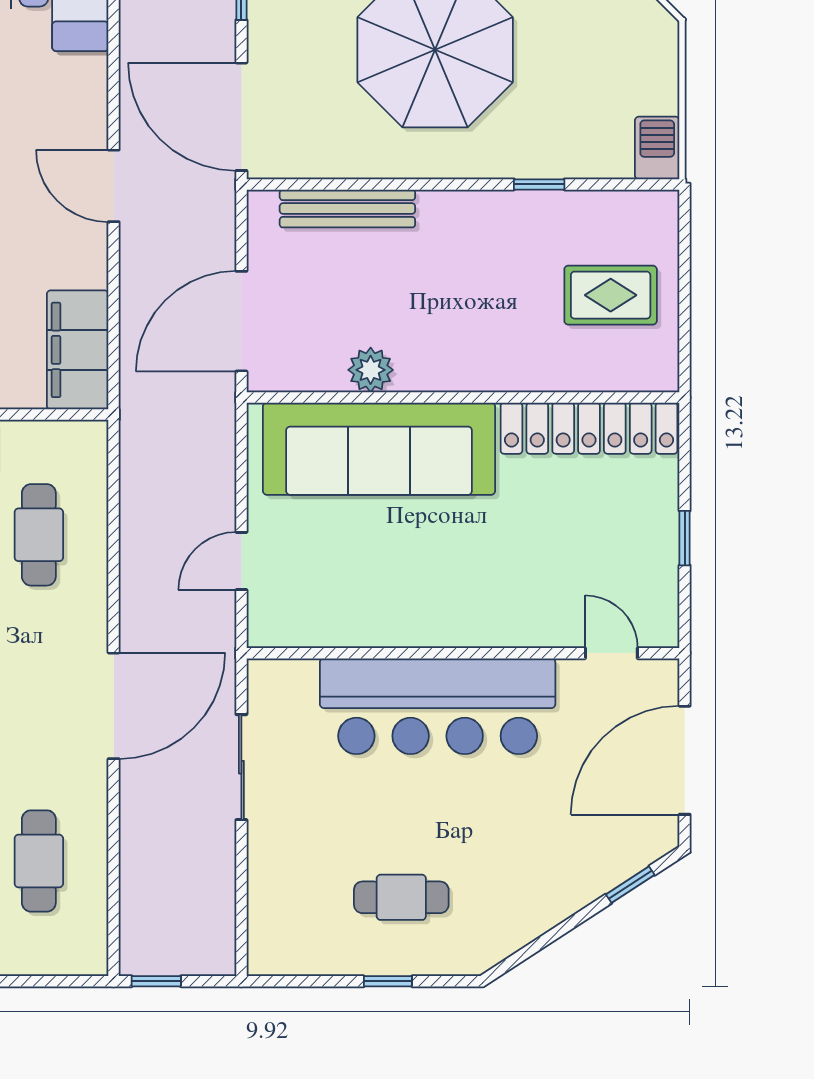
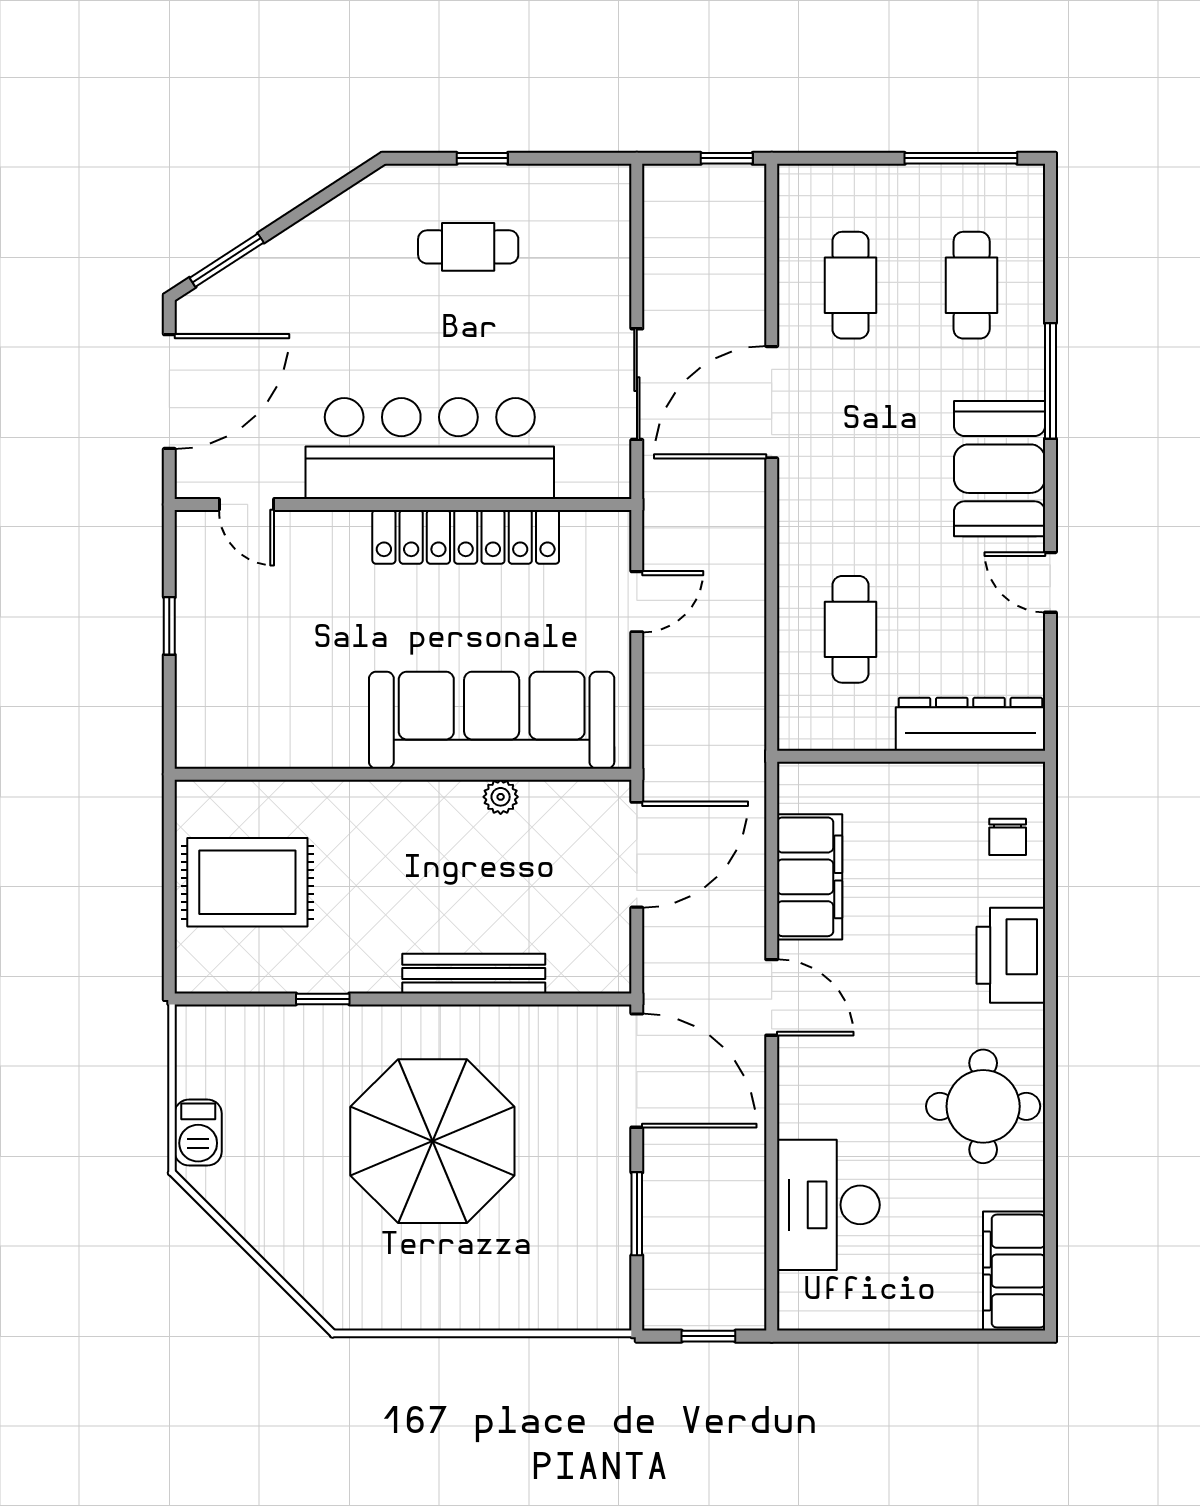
barbecue: (657, 148) -> (198, 1133), moved
bench: (347, 209) -> (474, 974), moved
rug: (611, 295) -> (247, 882), width x1.36, depth x1.43
filing cabinet: (78, 350) -> (810, 877), moved
plant: (371, 370) -> (501, 797), width x0.73, depth x0.73
locker: (589, 428) -> (466, 537), moved, turned 180
door: (114, 706) -> (772, 402), moved
window: (630, 885) -> (227, 260), width x1.50

